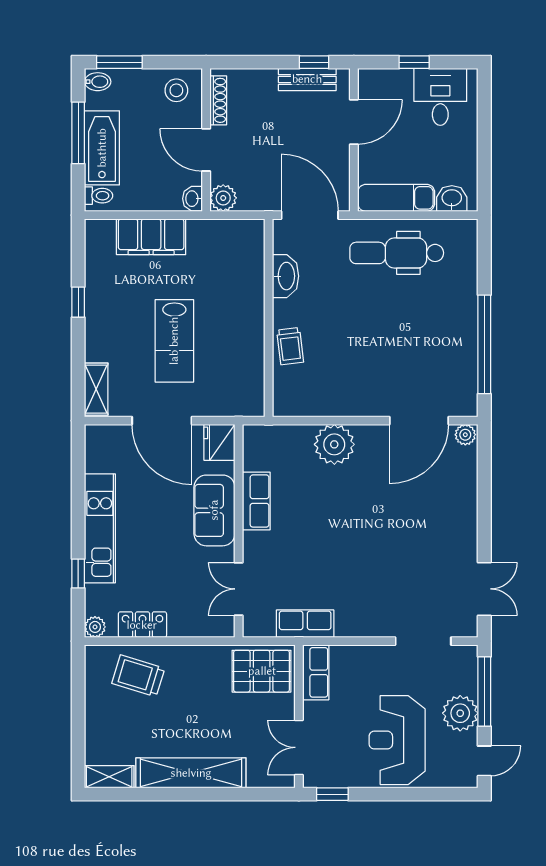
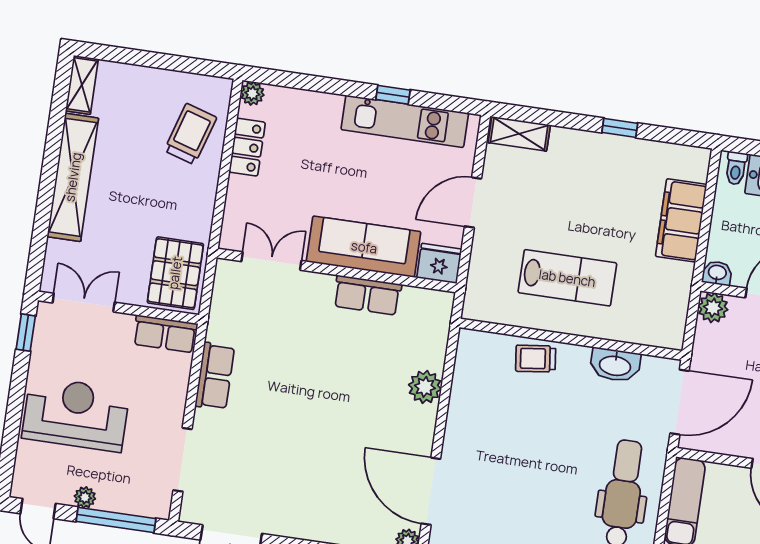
lab bench: (174, 341) -> (567, 278), moved, turned 180
door: (162, 421) -> (473, 202), width x0.73
plant: (334, 444) -> (425, 387), width x0.73, depth x0.73
sofa: (214, 510) -> (364, 247), width x1.36
kitchen unit: (100, 528) -> (405, 121), moved
window: (78, 574) -> (393, 95), moved
row of seats: (305, 624) -> (215, 376), moved
plant: (460, 713) -> (85, 497), width x0.53, depth x0.53

